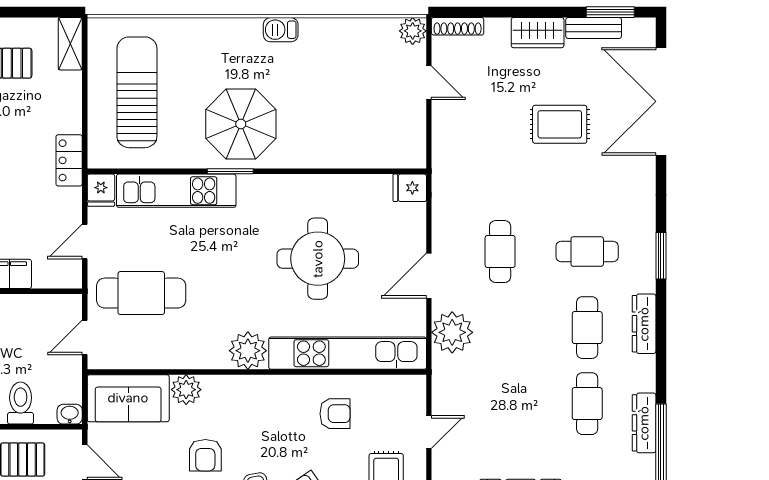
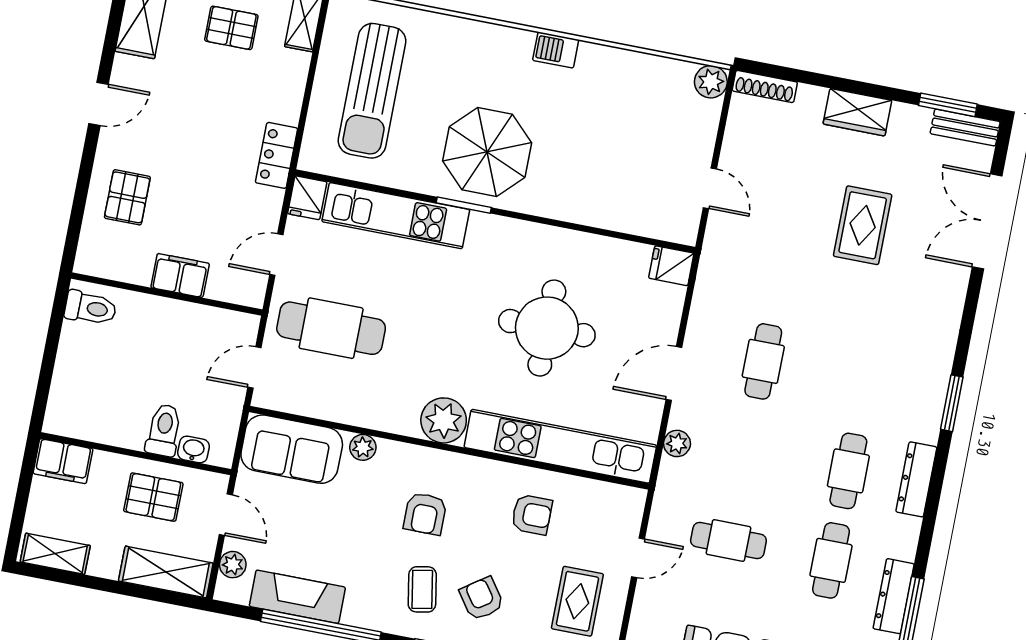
bench: (594, 28) -> (965, 128), moved
door: (429, 83) -> (710, 188), moved
sun lounger: (137, 92) -> (372, 91), turned 180
double door: (661, 101) -> (987, 221), width x0.73
rug: (560, 124) -> (863, 225), turned 90
cafe table: (587, 252) -> (728, 541), moved
plant: (452, 332) -> (677, 443), width x0.53, depth x0.53
plant: (186, 390) -> (363, 447), width x0.73, depth x0.73
washbasin: (70, 414) -> (193, 449), moved
armchair: (205, 455) -> (425, 514), moved

